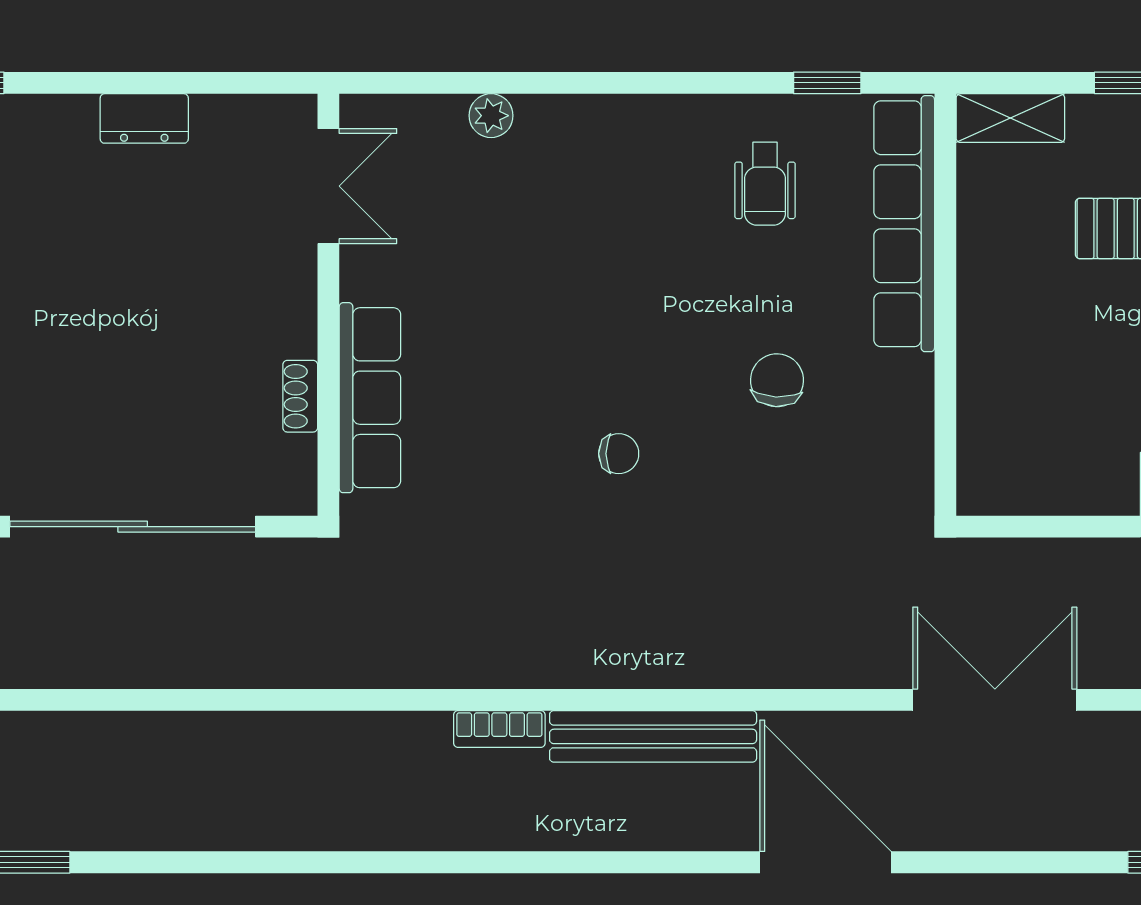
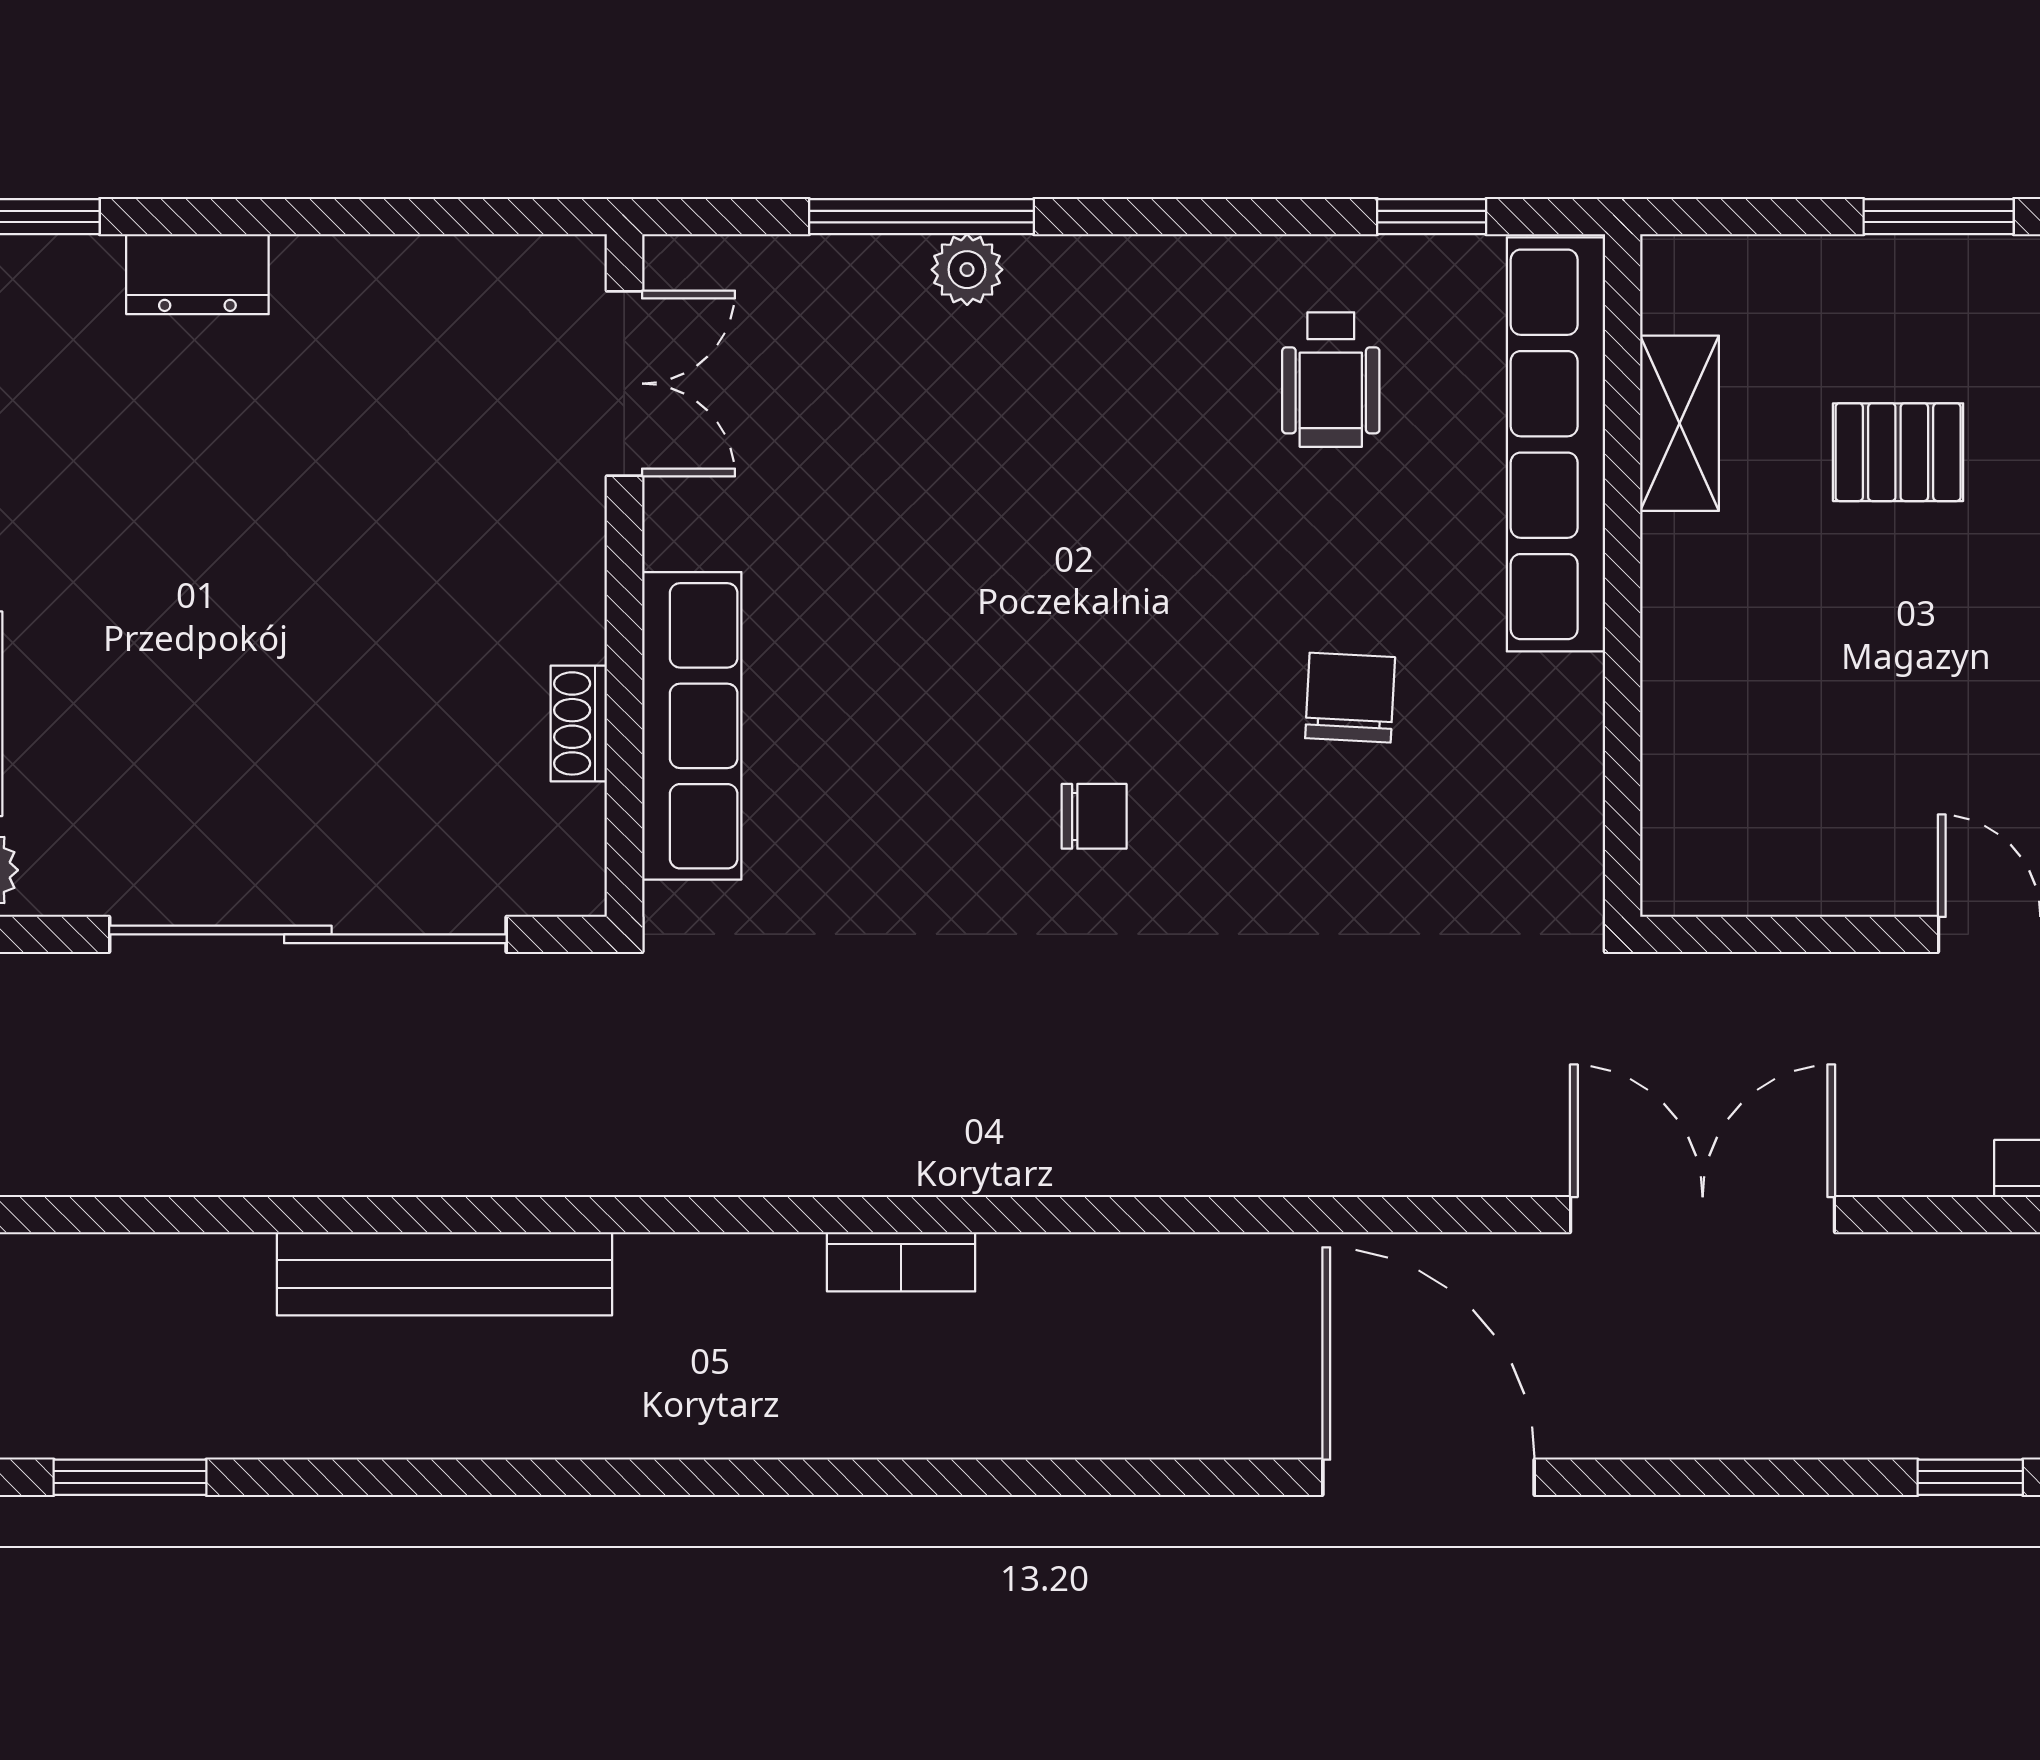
window: (512, 83) -> (922, 217), added
plant: (491, 116) -> (967, 270), moved
dresser: (144, 118) -> (197, 274), moved
shelving: (1010, 118) -> (1679, 423), moved, turned 90
bench: (653, 736) -> (445, 1274), moved

